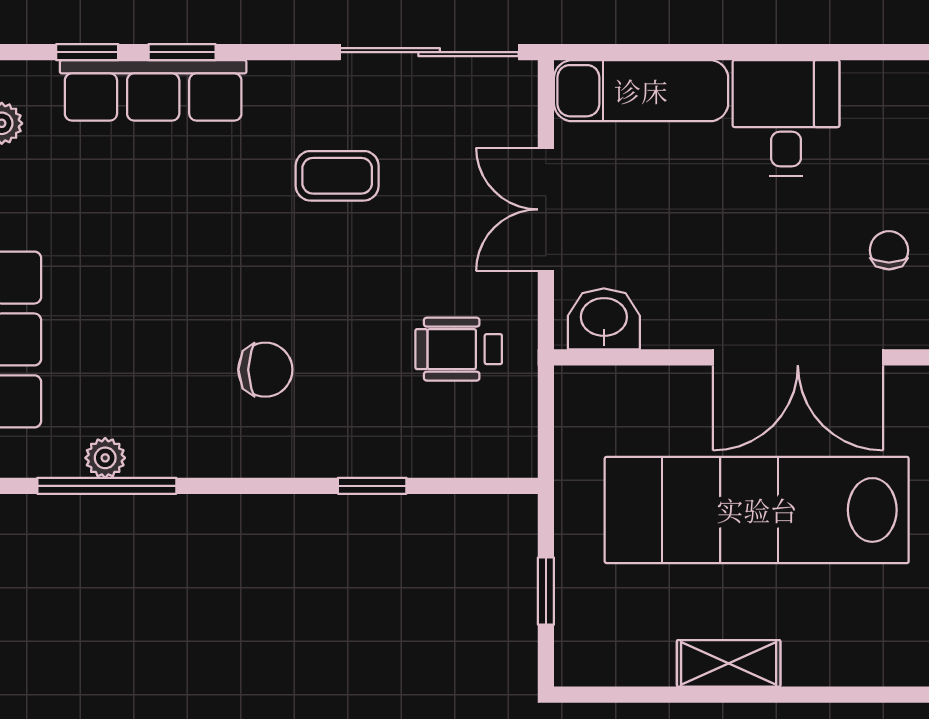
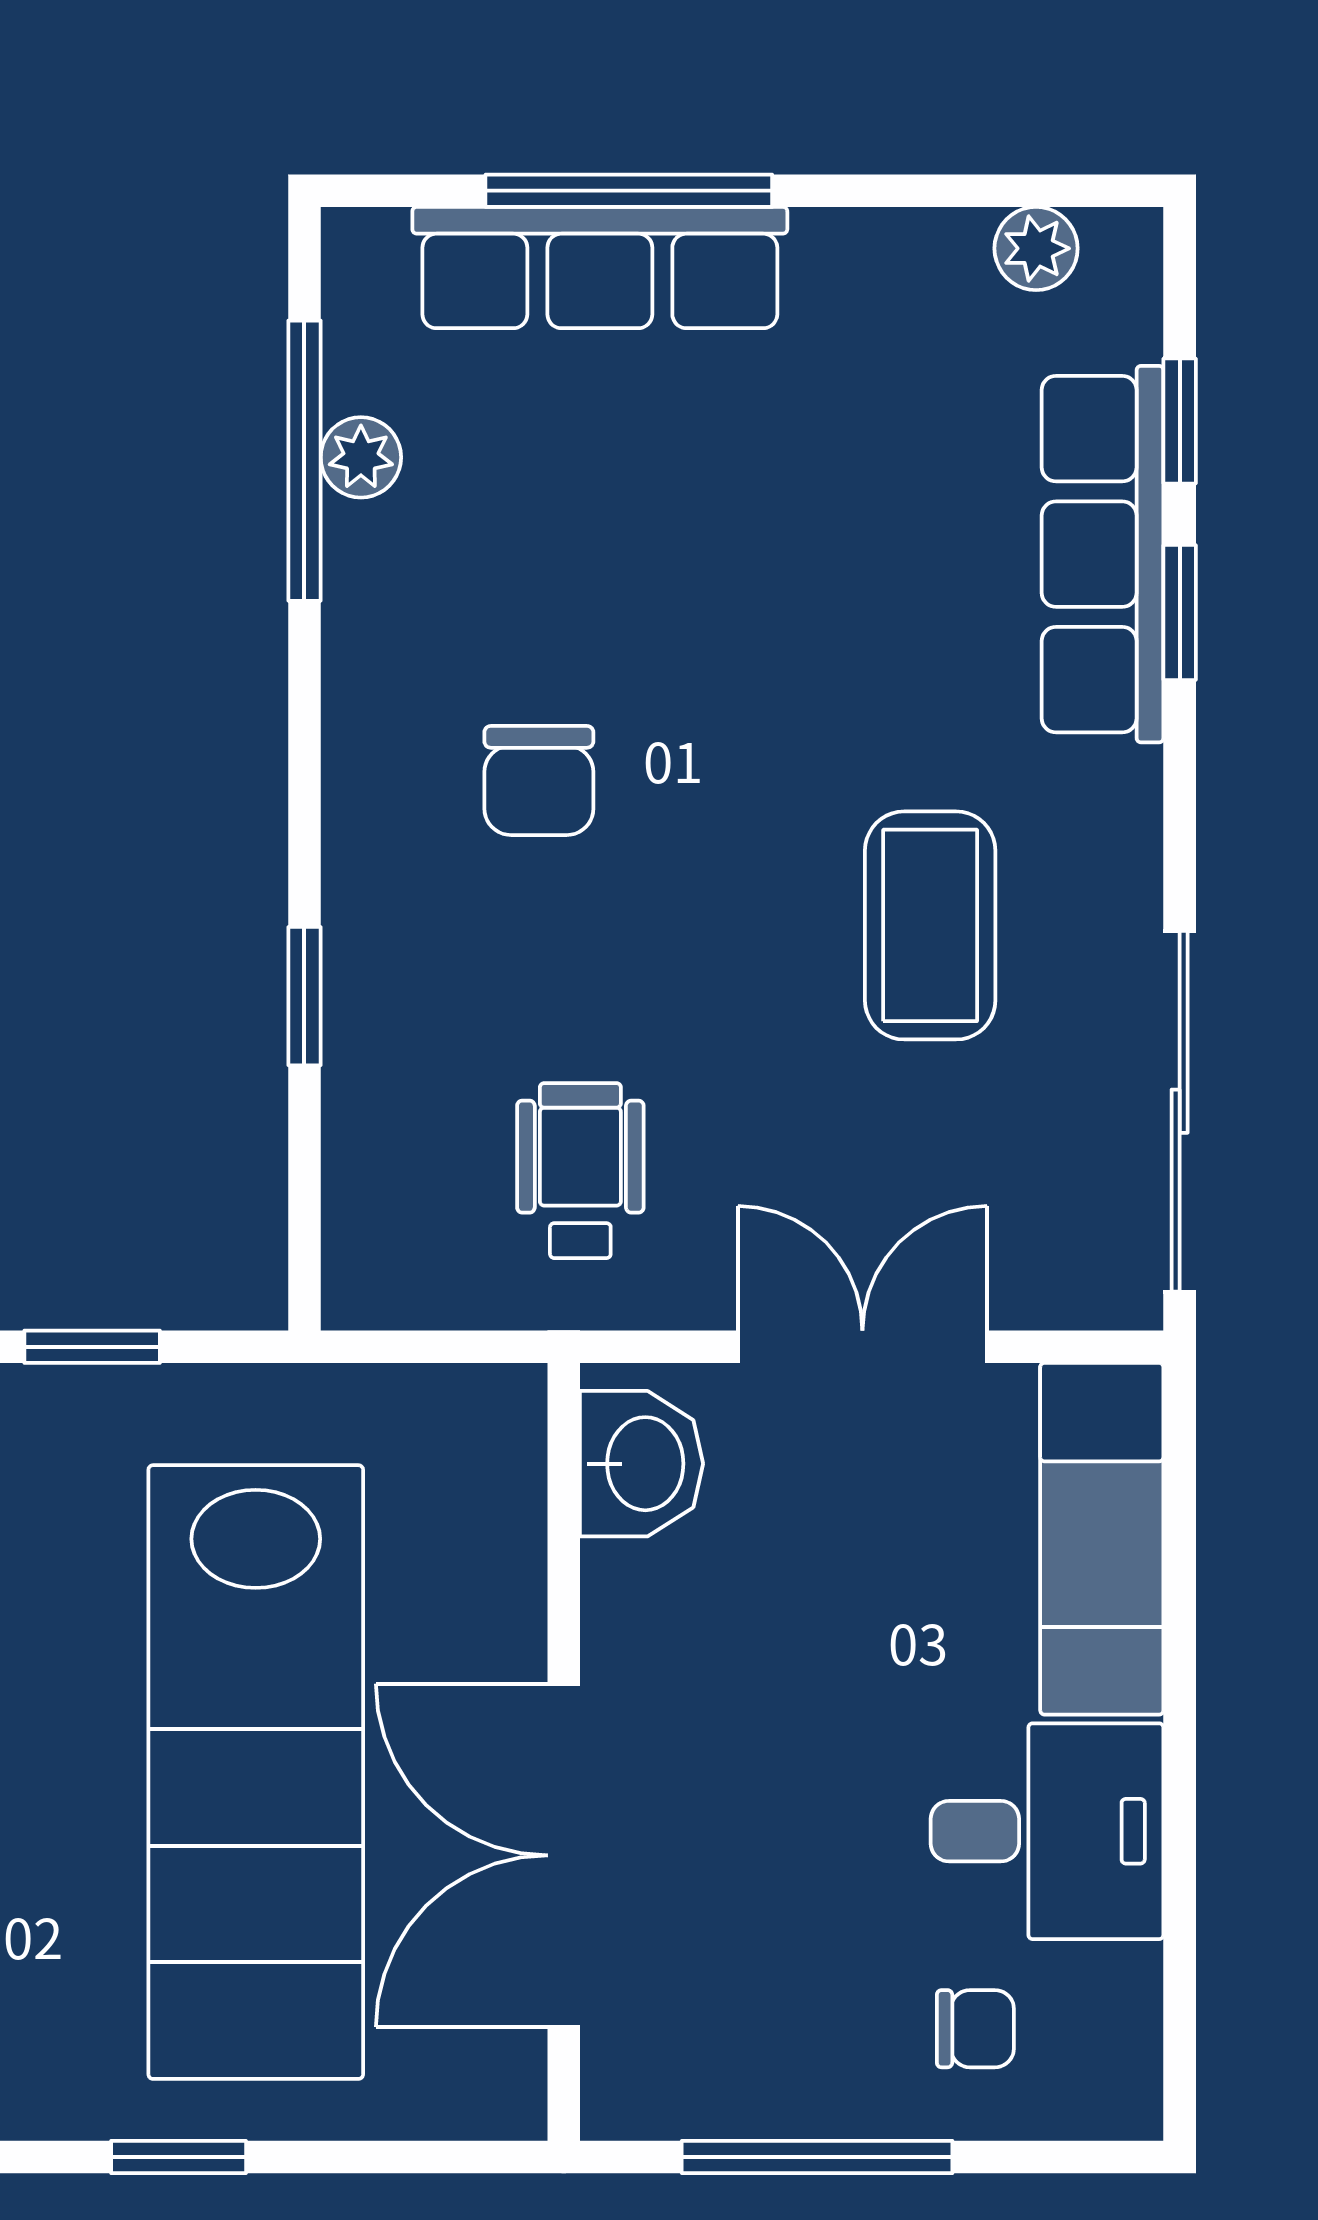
coffee table: (337, 176) -> (930, 925), width x1.36, depth x1.30
chair: (889, 250) -> (975, 2029), moved
lab bench: (757, 510) -> (256, 1772), turned 180

